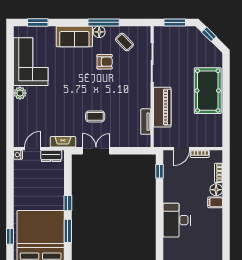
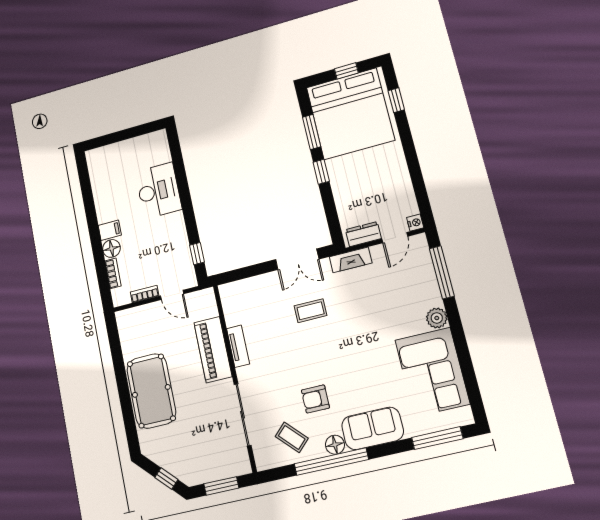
window: (38, 22) -> (437, 438), width x1.44
window: (104, 22) -> (331, 462), width x1.46
window: (10, 120) -> (442, 272), added
tv unit: (146, 122) -> (238, 346), moved
door: (182, 149) -> (172, 295), swing flipped

